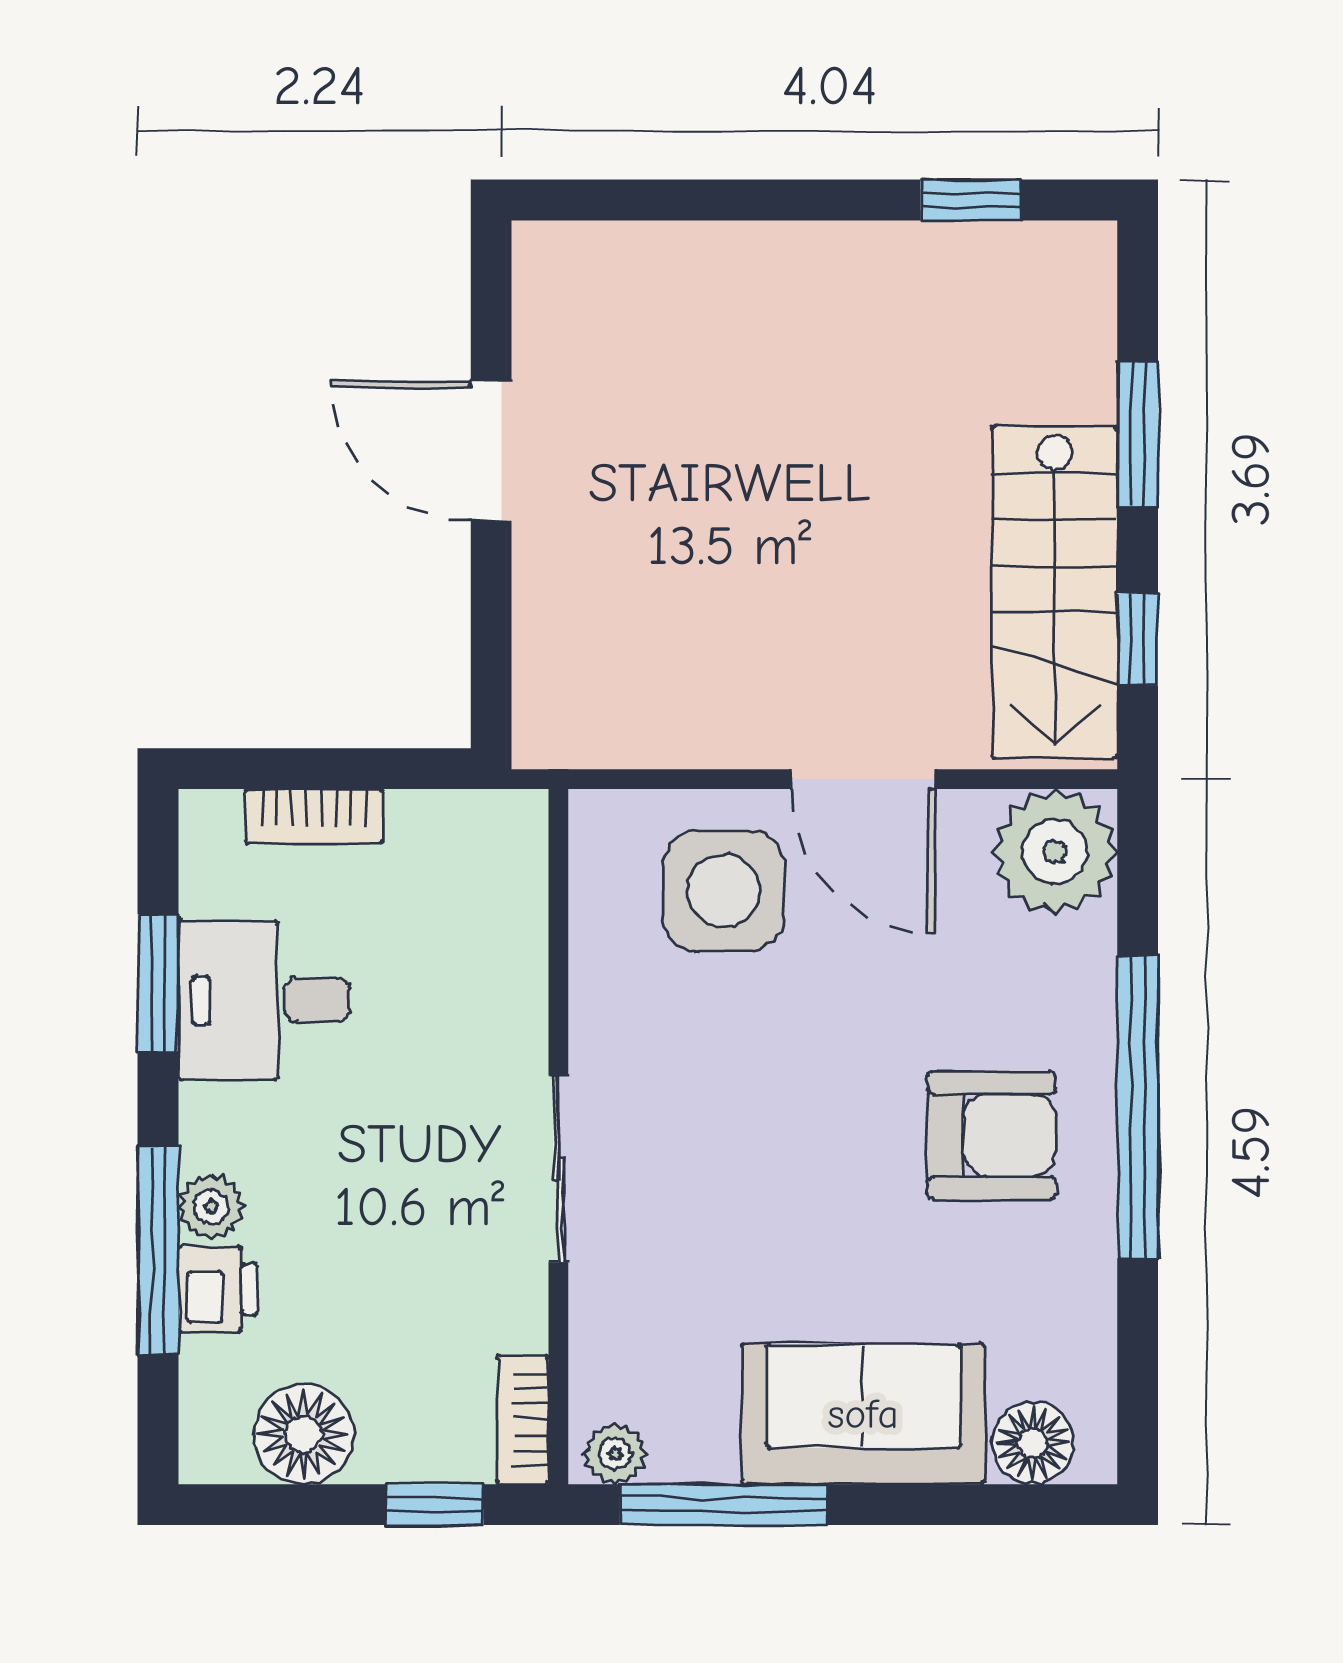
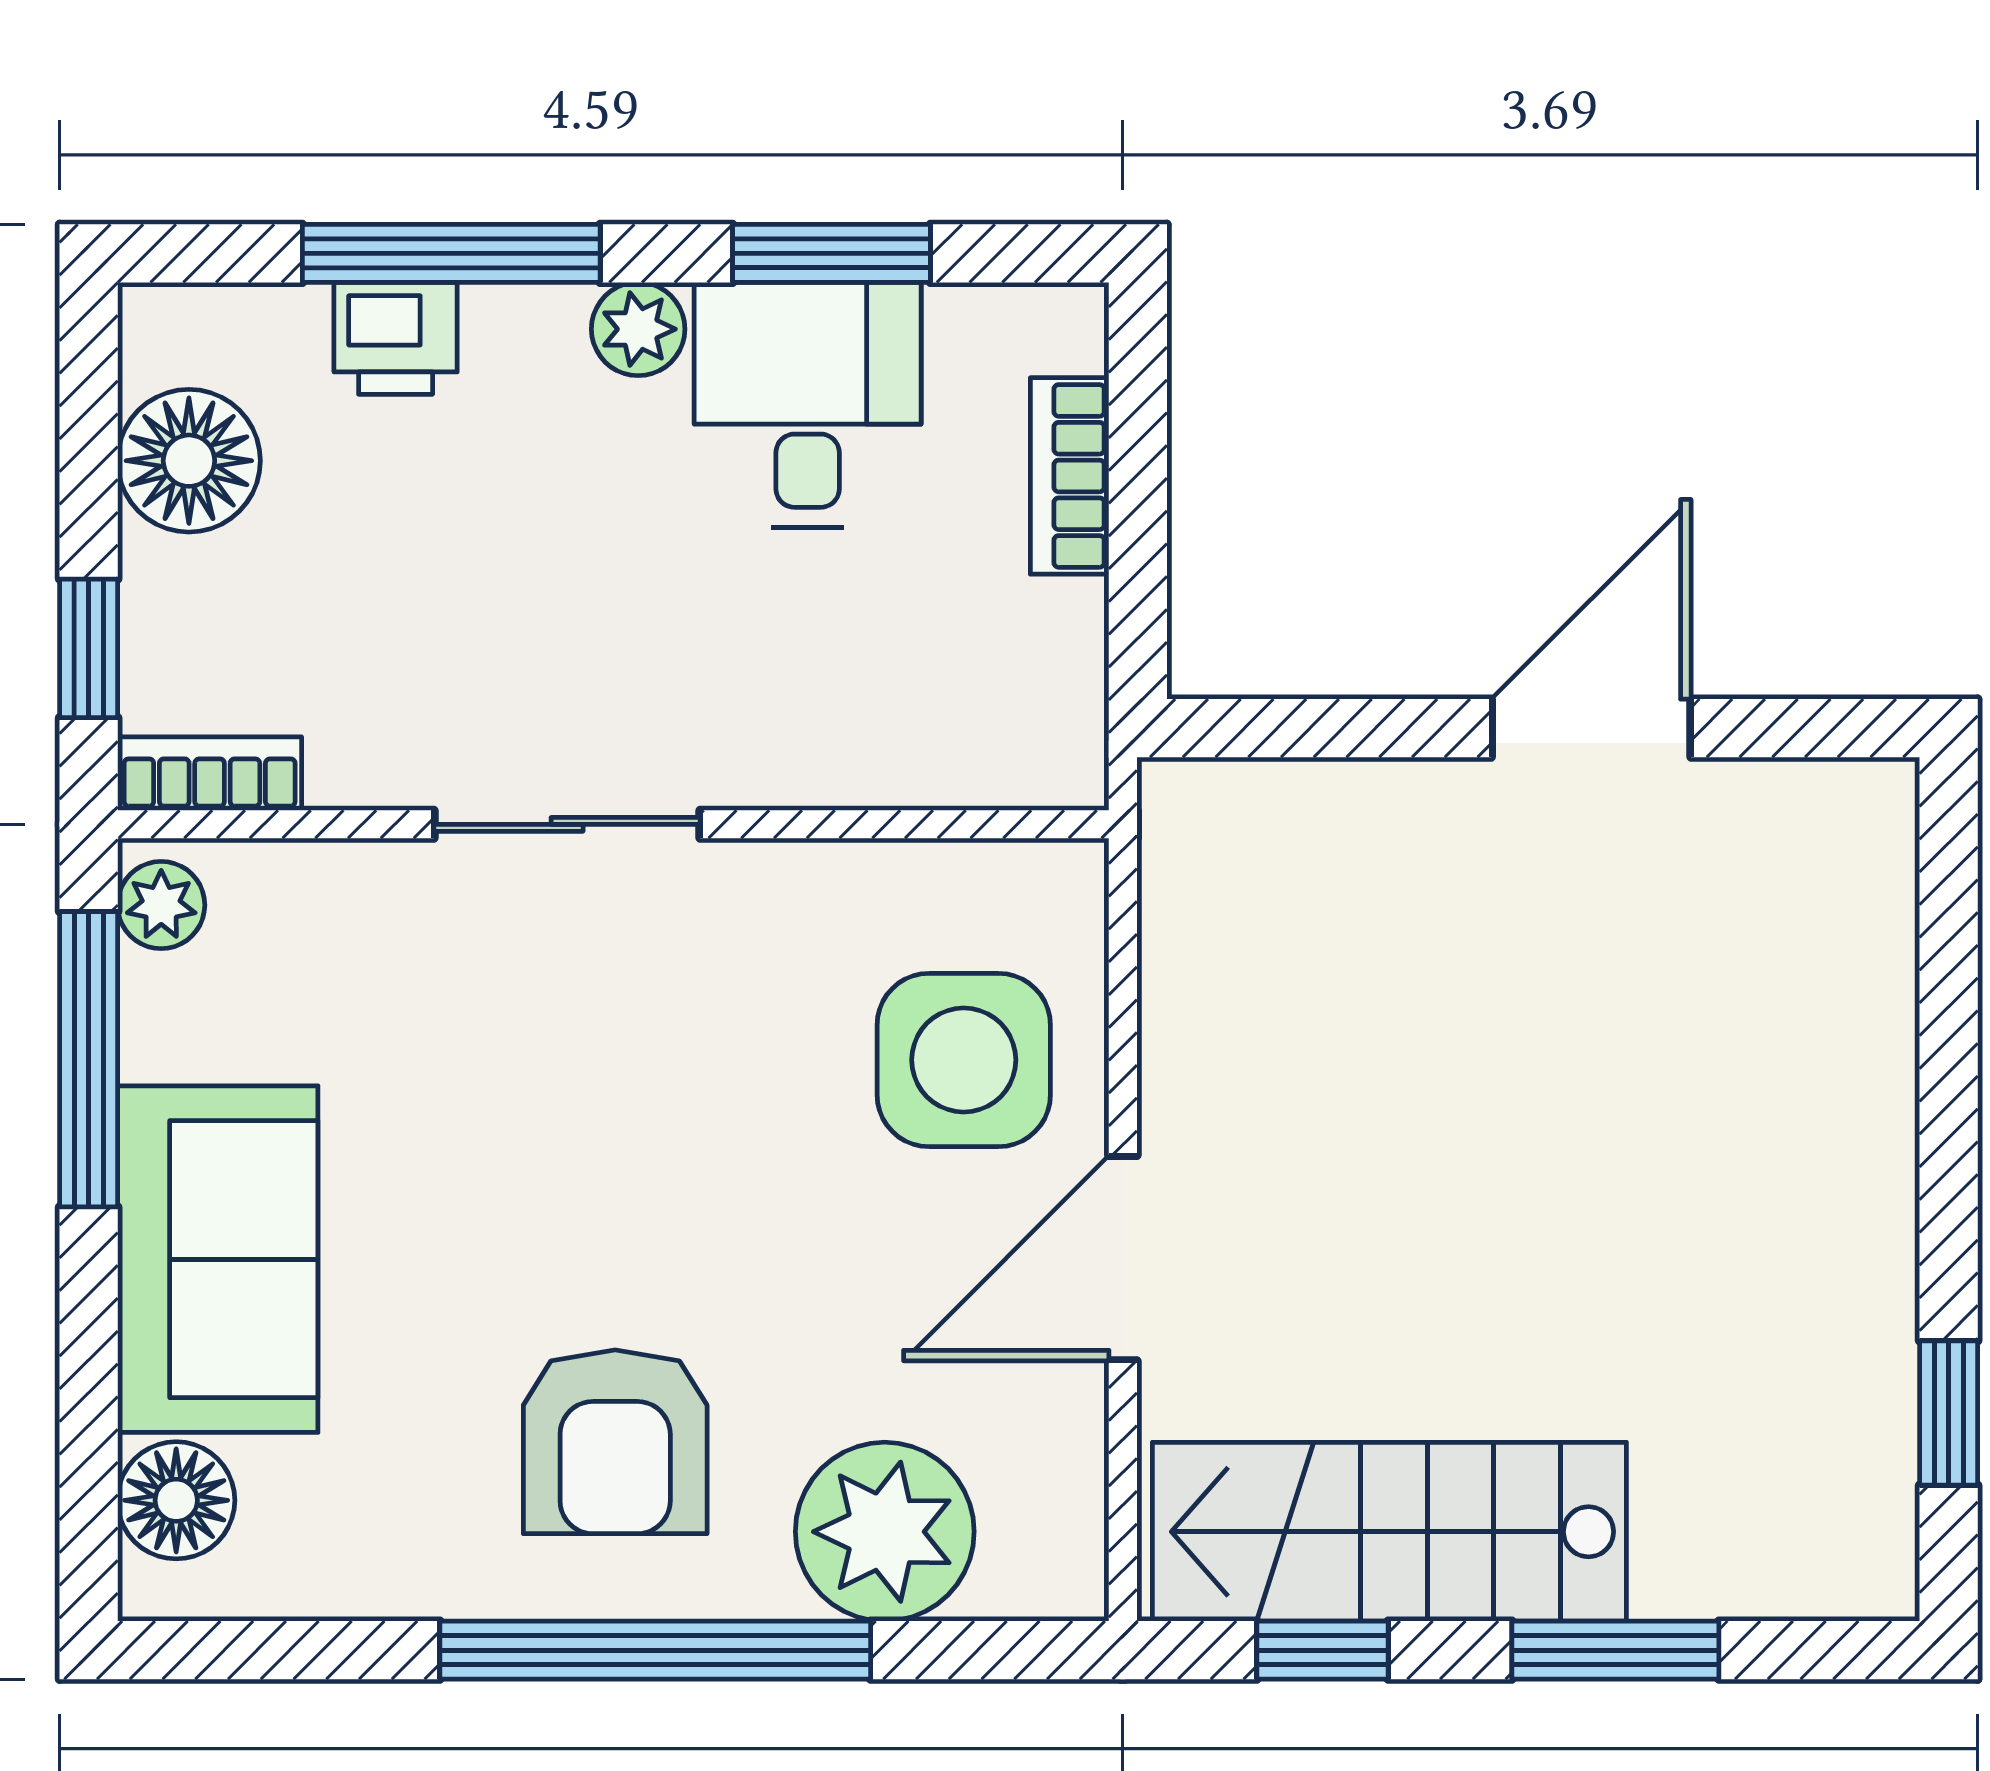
plant: (1055, 852) -> (885, 1532), moved
plant: (211, 1207) -> (638, 329), moved

